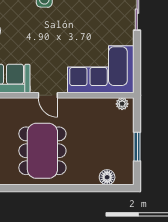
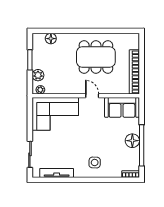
plant: (125, 125) -> (38, 75), added
dining table: (42, 151) -> (96, 57), turned 90

